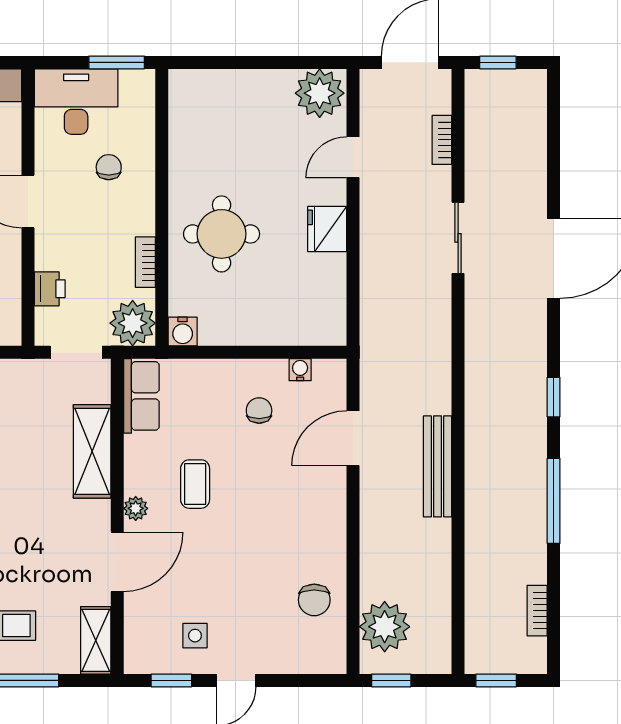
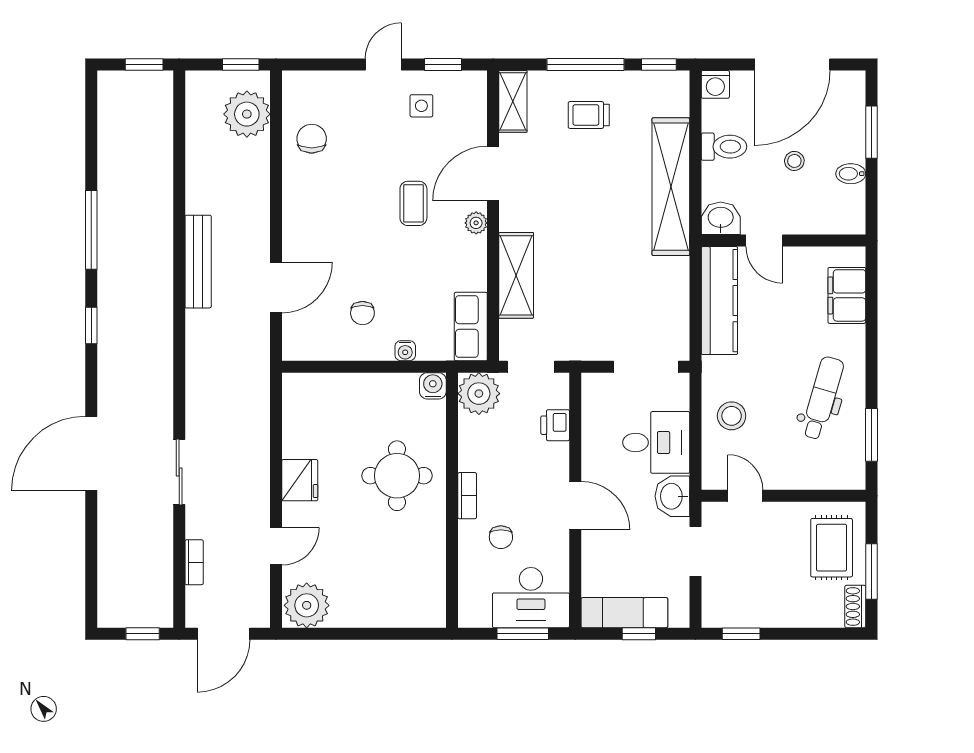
window: (117, 62) -> (523, 634), moved
bookcase: (145, 262) -> (467, 496), moved
water cooler: (300, 370) -> (405, 351), moved
coffee table: (195, 484) -> (413, 203), moved
bookcase: (537, 611) -> (106, 129), removed

